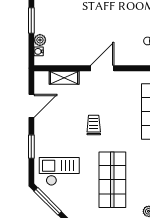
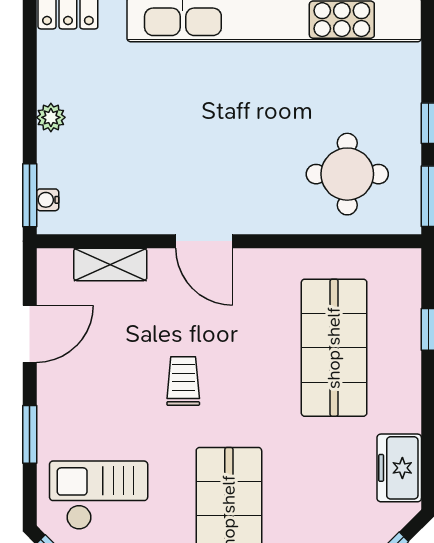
window: (31, 21) -> (30, 195), moved
plant: (40, 40) -> (51, 117), moved
door: (102, 68) -> (204, 241), swing flipped

